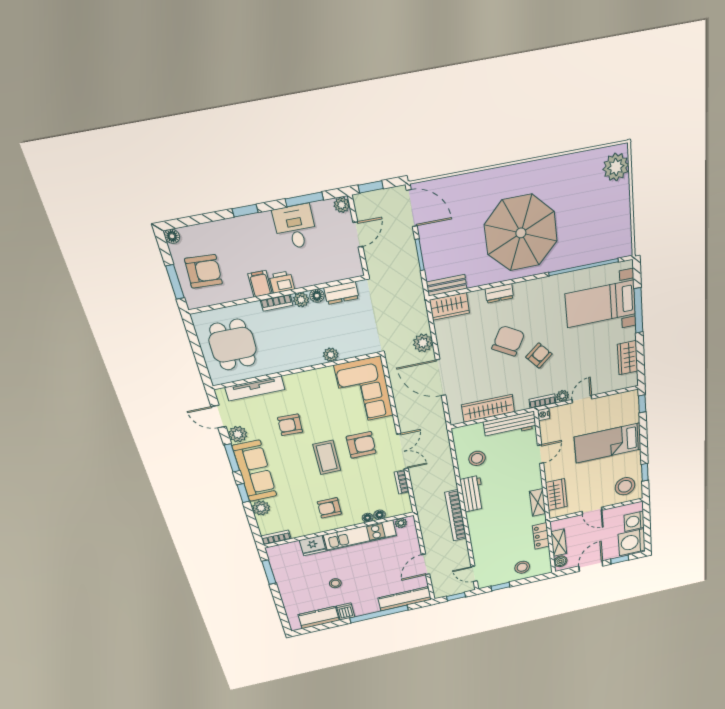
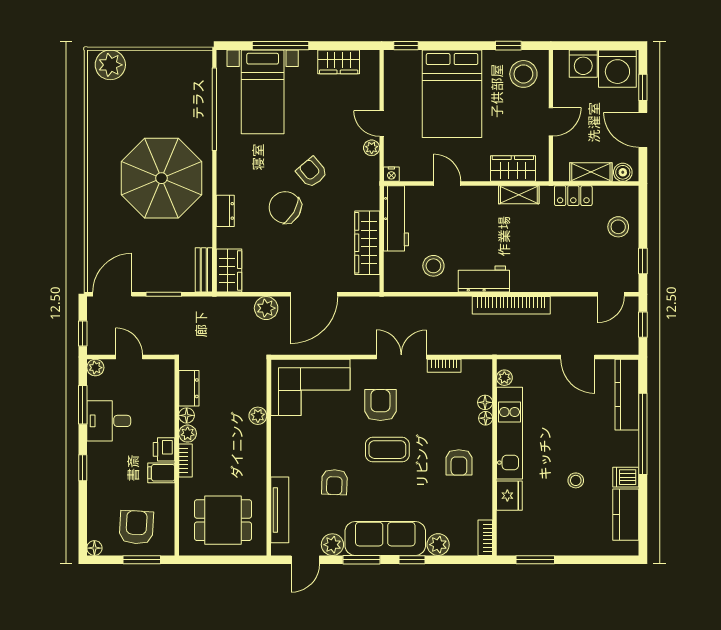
bookcase: (542, 401) -> (373, 174), removed
bed: (608, 443) -> (452, 94), width x1.50

